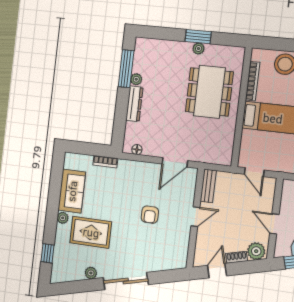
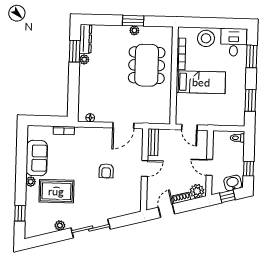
window: (126, 69) -> (75, 51), width x0.69
dresser: (134, 104) -> (86, 39), moved

